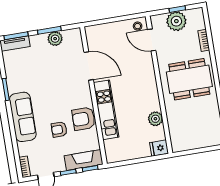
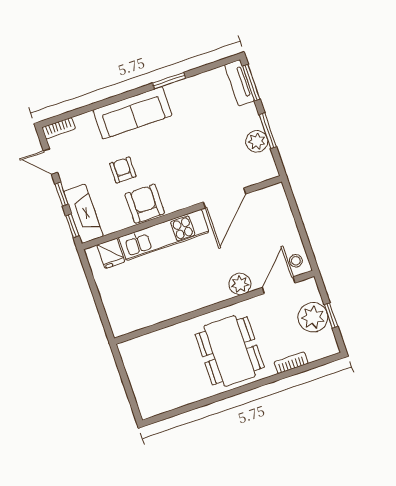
plant: (155, 119) -> (240, 284), moved
fridge: (159, 148) -> (111, 253), moved, turned 180

